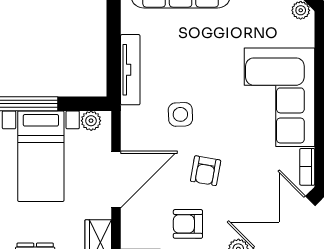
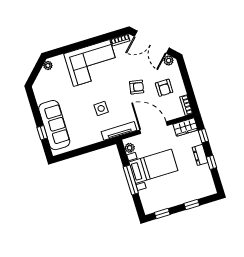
tv unit: (130, 70) -> (119, 131), moved
side table: (180, 114) -> (101, 108), moved

